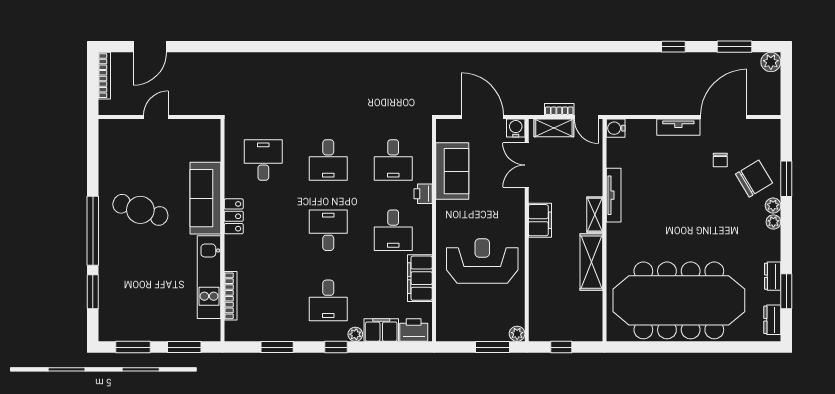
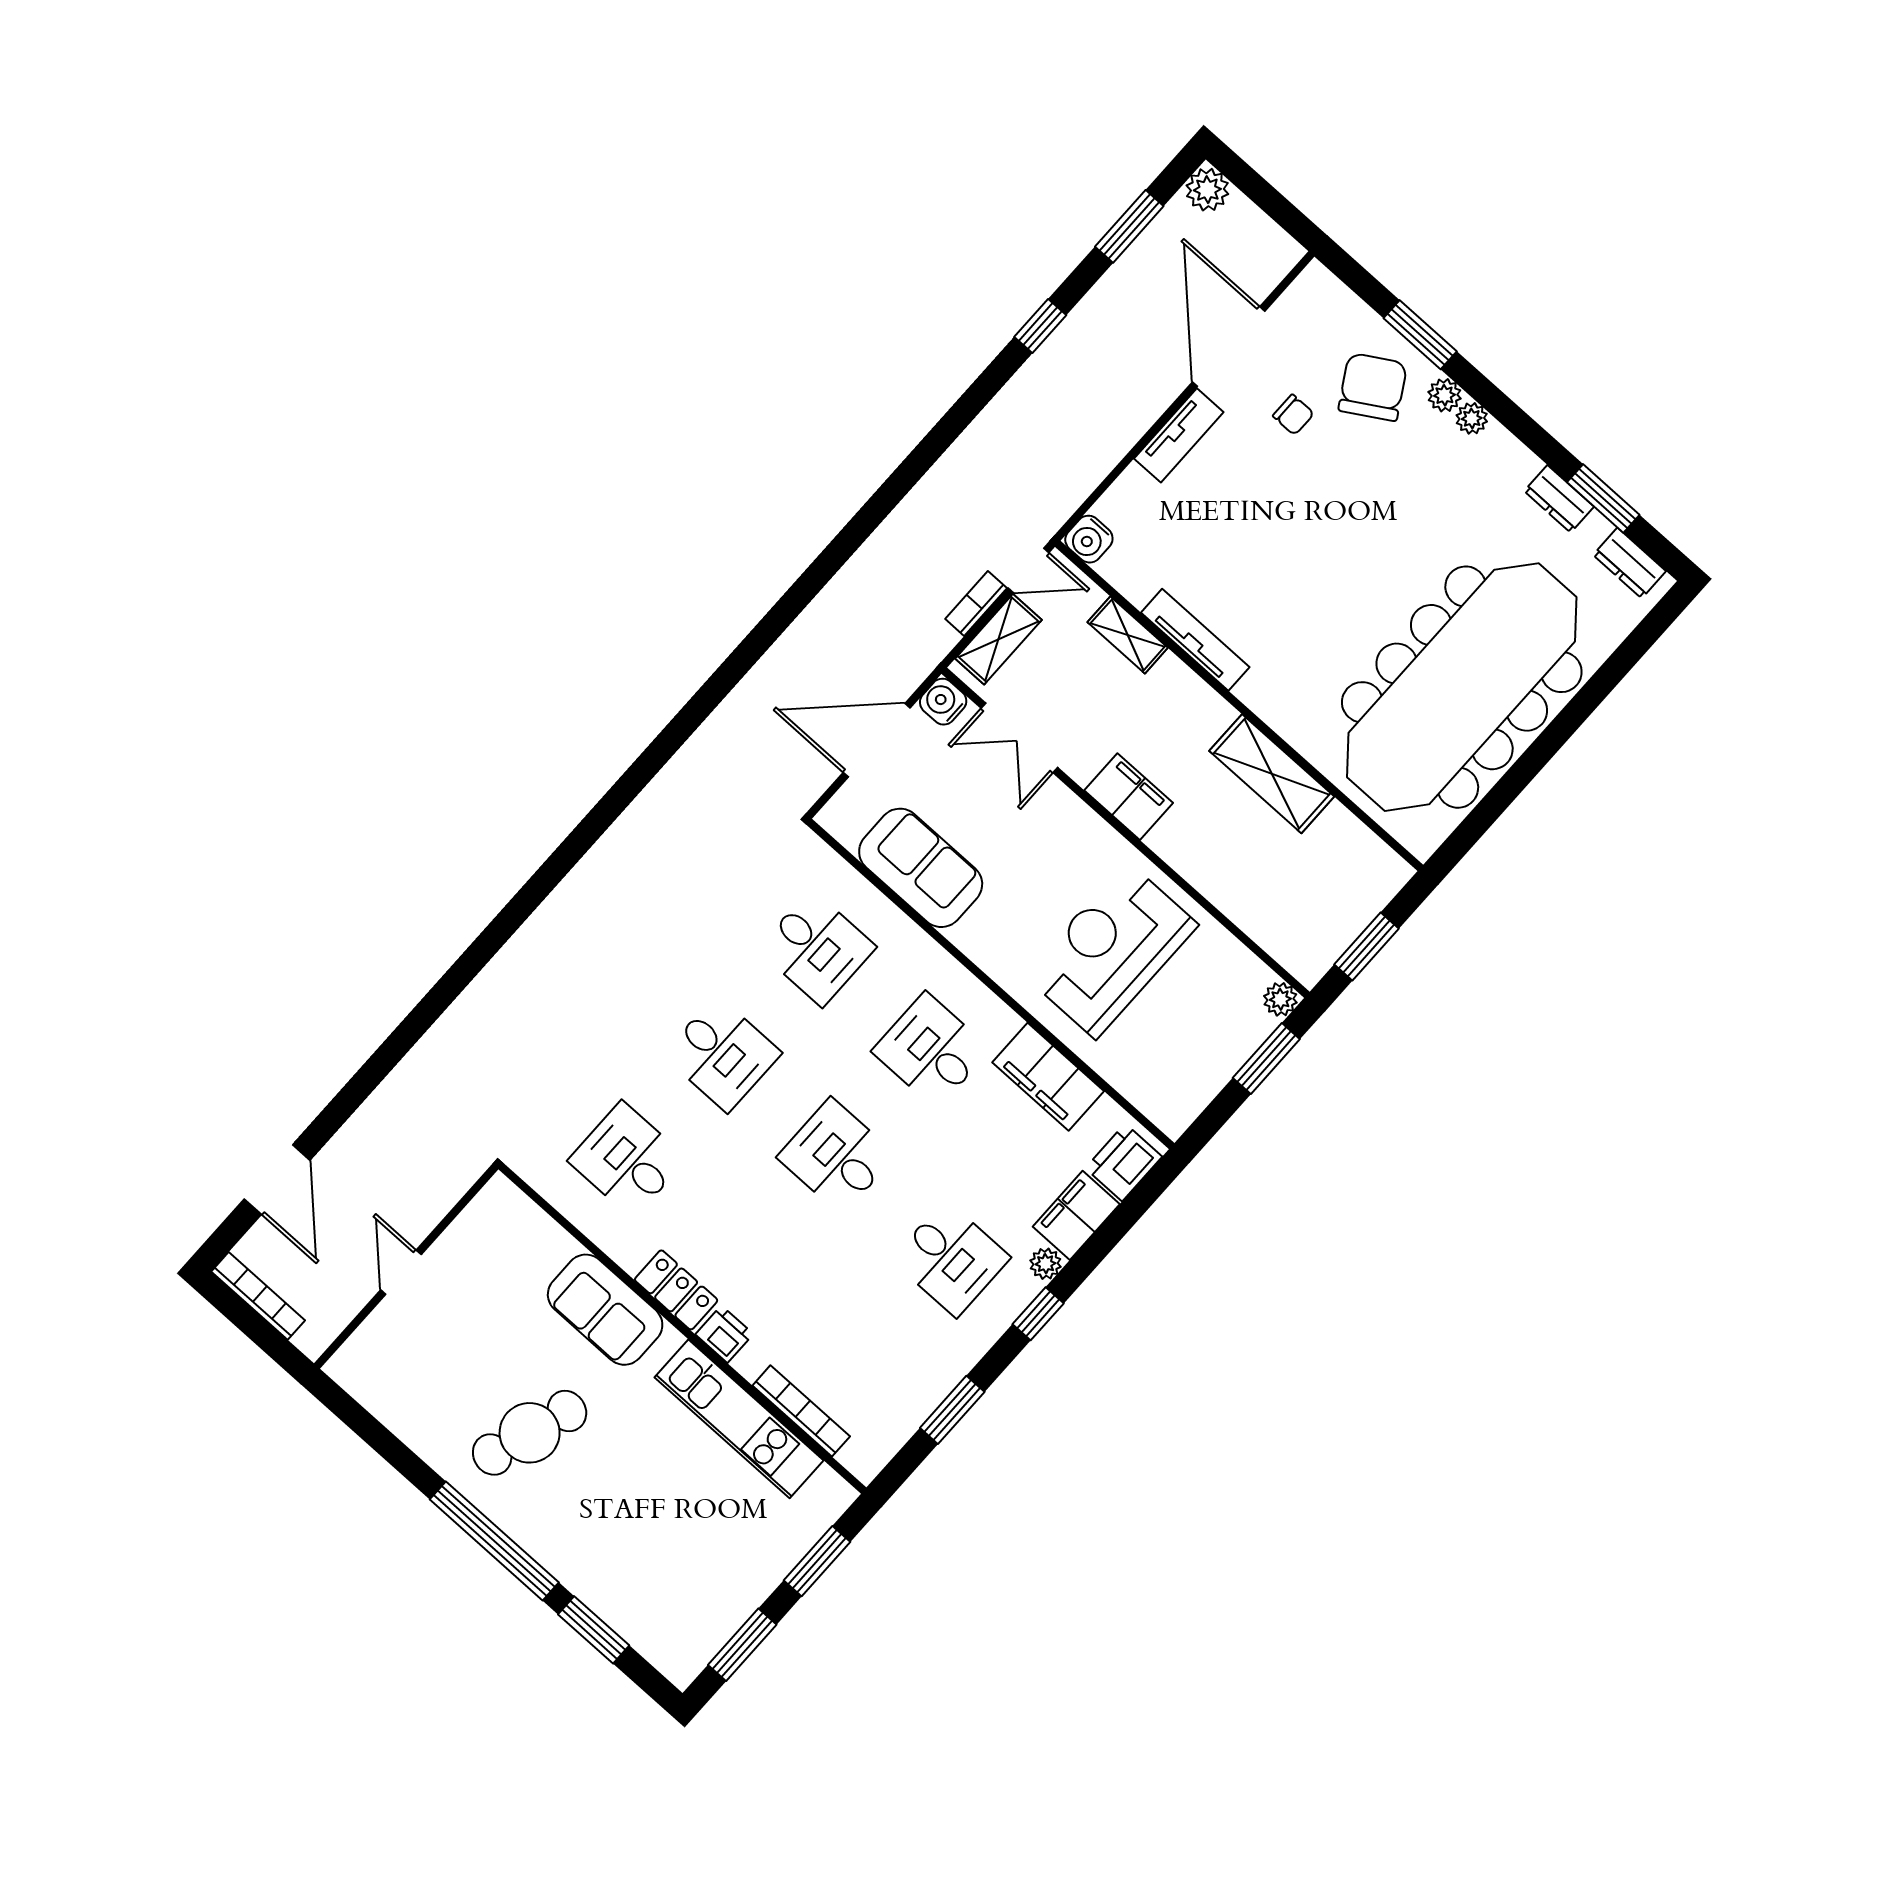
printer: (423, 194) -> (724, 1334), moved, turned 180
sofa: (205, 198) -> (605, 1310), width x0.73
shelving: (595, 215) -> (1128, 635), moved
desk: (393, 230) -> (931, 1050), turned 180
window: (561, 347) -> (1366, 947), width x1.50

